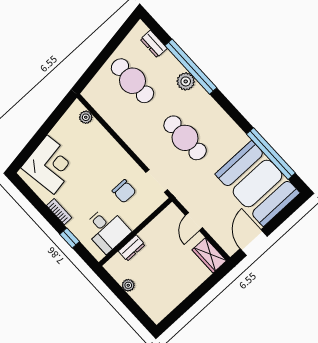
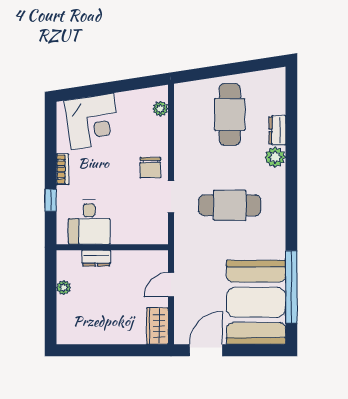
dresser: (154, 44) -> (277, 130), moved
window: (191, 67) -> (291, 149), removed
cafe table: (185, 138) -> (230, 205), turned 90
doorway: (157, 181) -> (171, 197), moved
chair: (124, 191) -> (150, 168), moved

